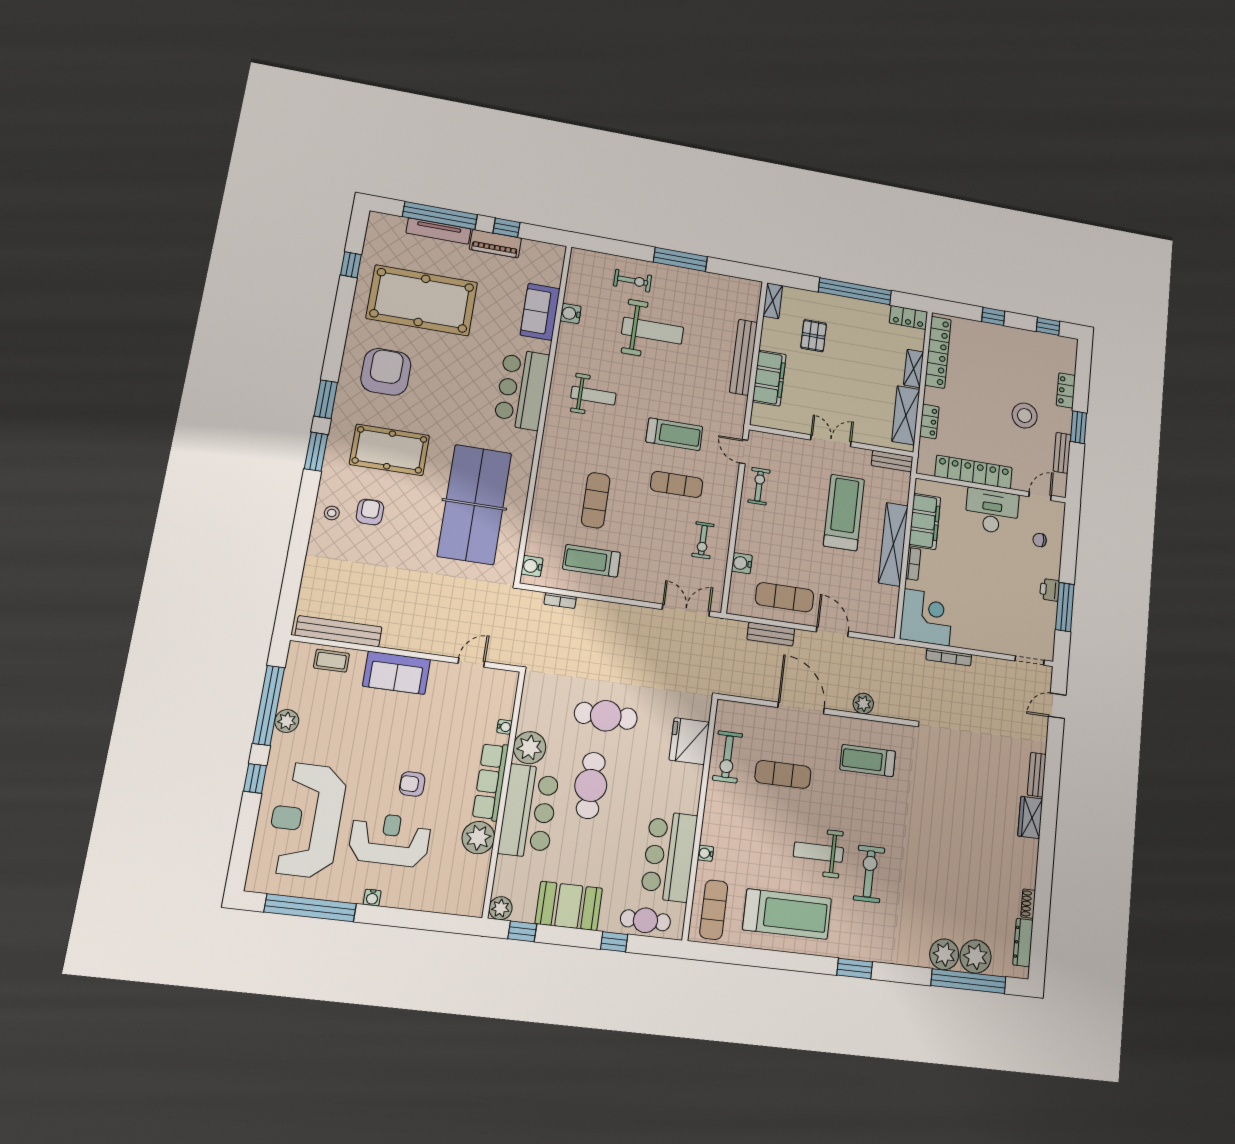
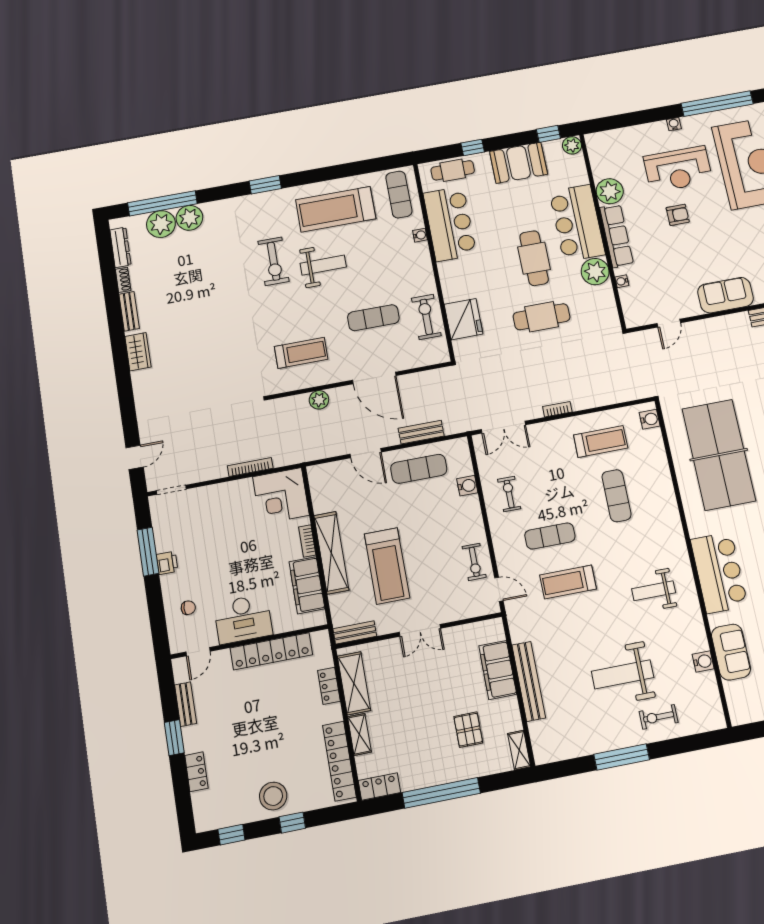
stool: (1025, 416) -> (273, 796), moved
bookcase: (560, 600) -> (557, 409), moved
bench: (1037, 775) -> (129, 311), moved

